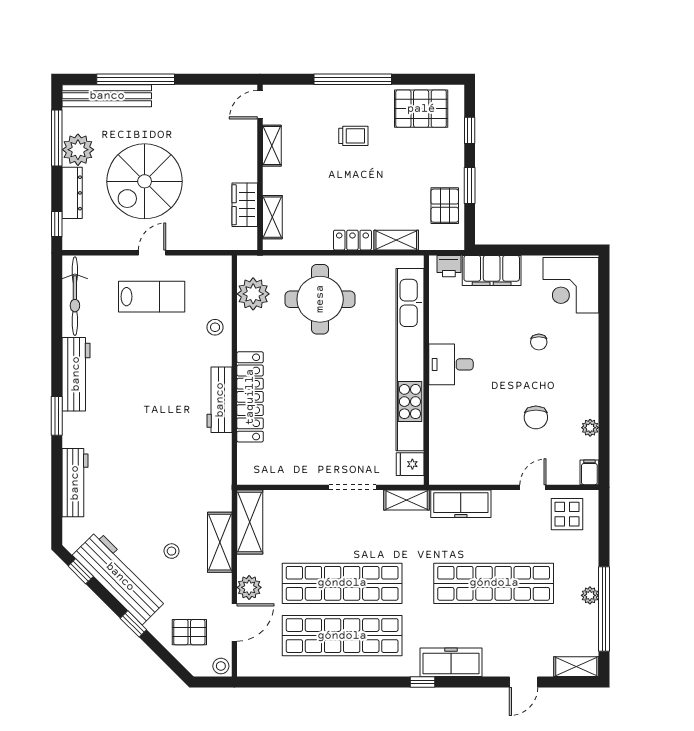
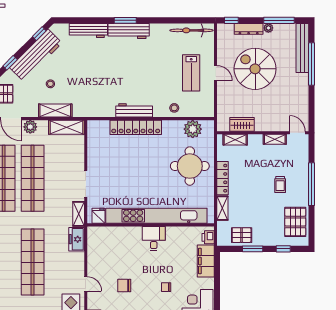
plant: (78, 150) -> (268, 28), width x0.53, depth x0.53
locker: (352, 240) -> (222, 178), width x1.53
workbench: (76, 374) -> (129, 31), moved
freezer: (461, 504) -> (77, 239), width x0.71

